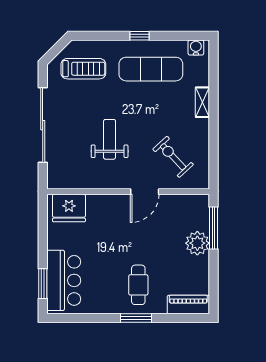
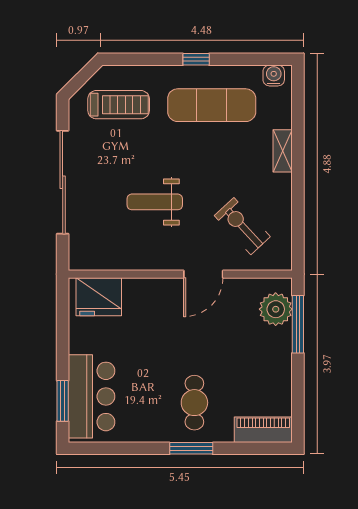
weight bench: (110, 139) -> (155, 202), turned -90
plant: (197, 243) -> (276, 309), moved

